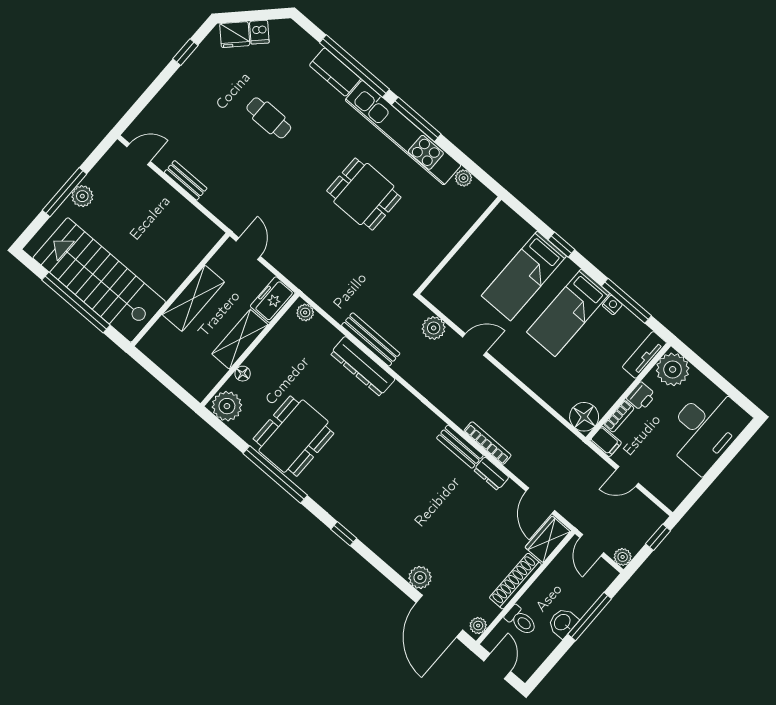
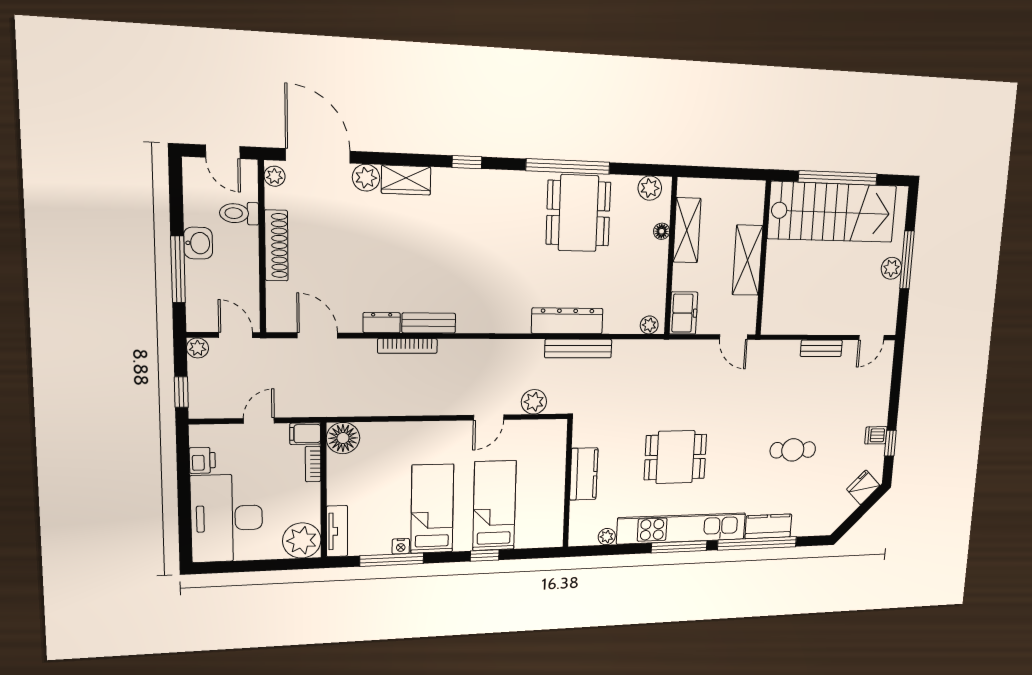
dishwasher: (259, 32) -> (876, 435), moved, turned -45
kitchen counter: (442, 242) -> (584, 474), added
shelving: (240, 339) -> (687, 230), moved
printer: (641, 396) -> (202, 460), moved, turned 180
plant: (227, 406) -> (650, 188), width x0.73, depth x0.73
wardrobe: (548, 539) -> (406, 180), moved, turned 90

